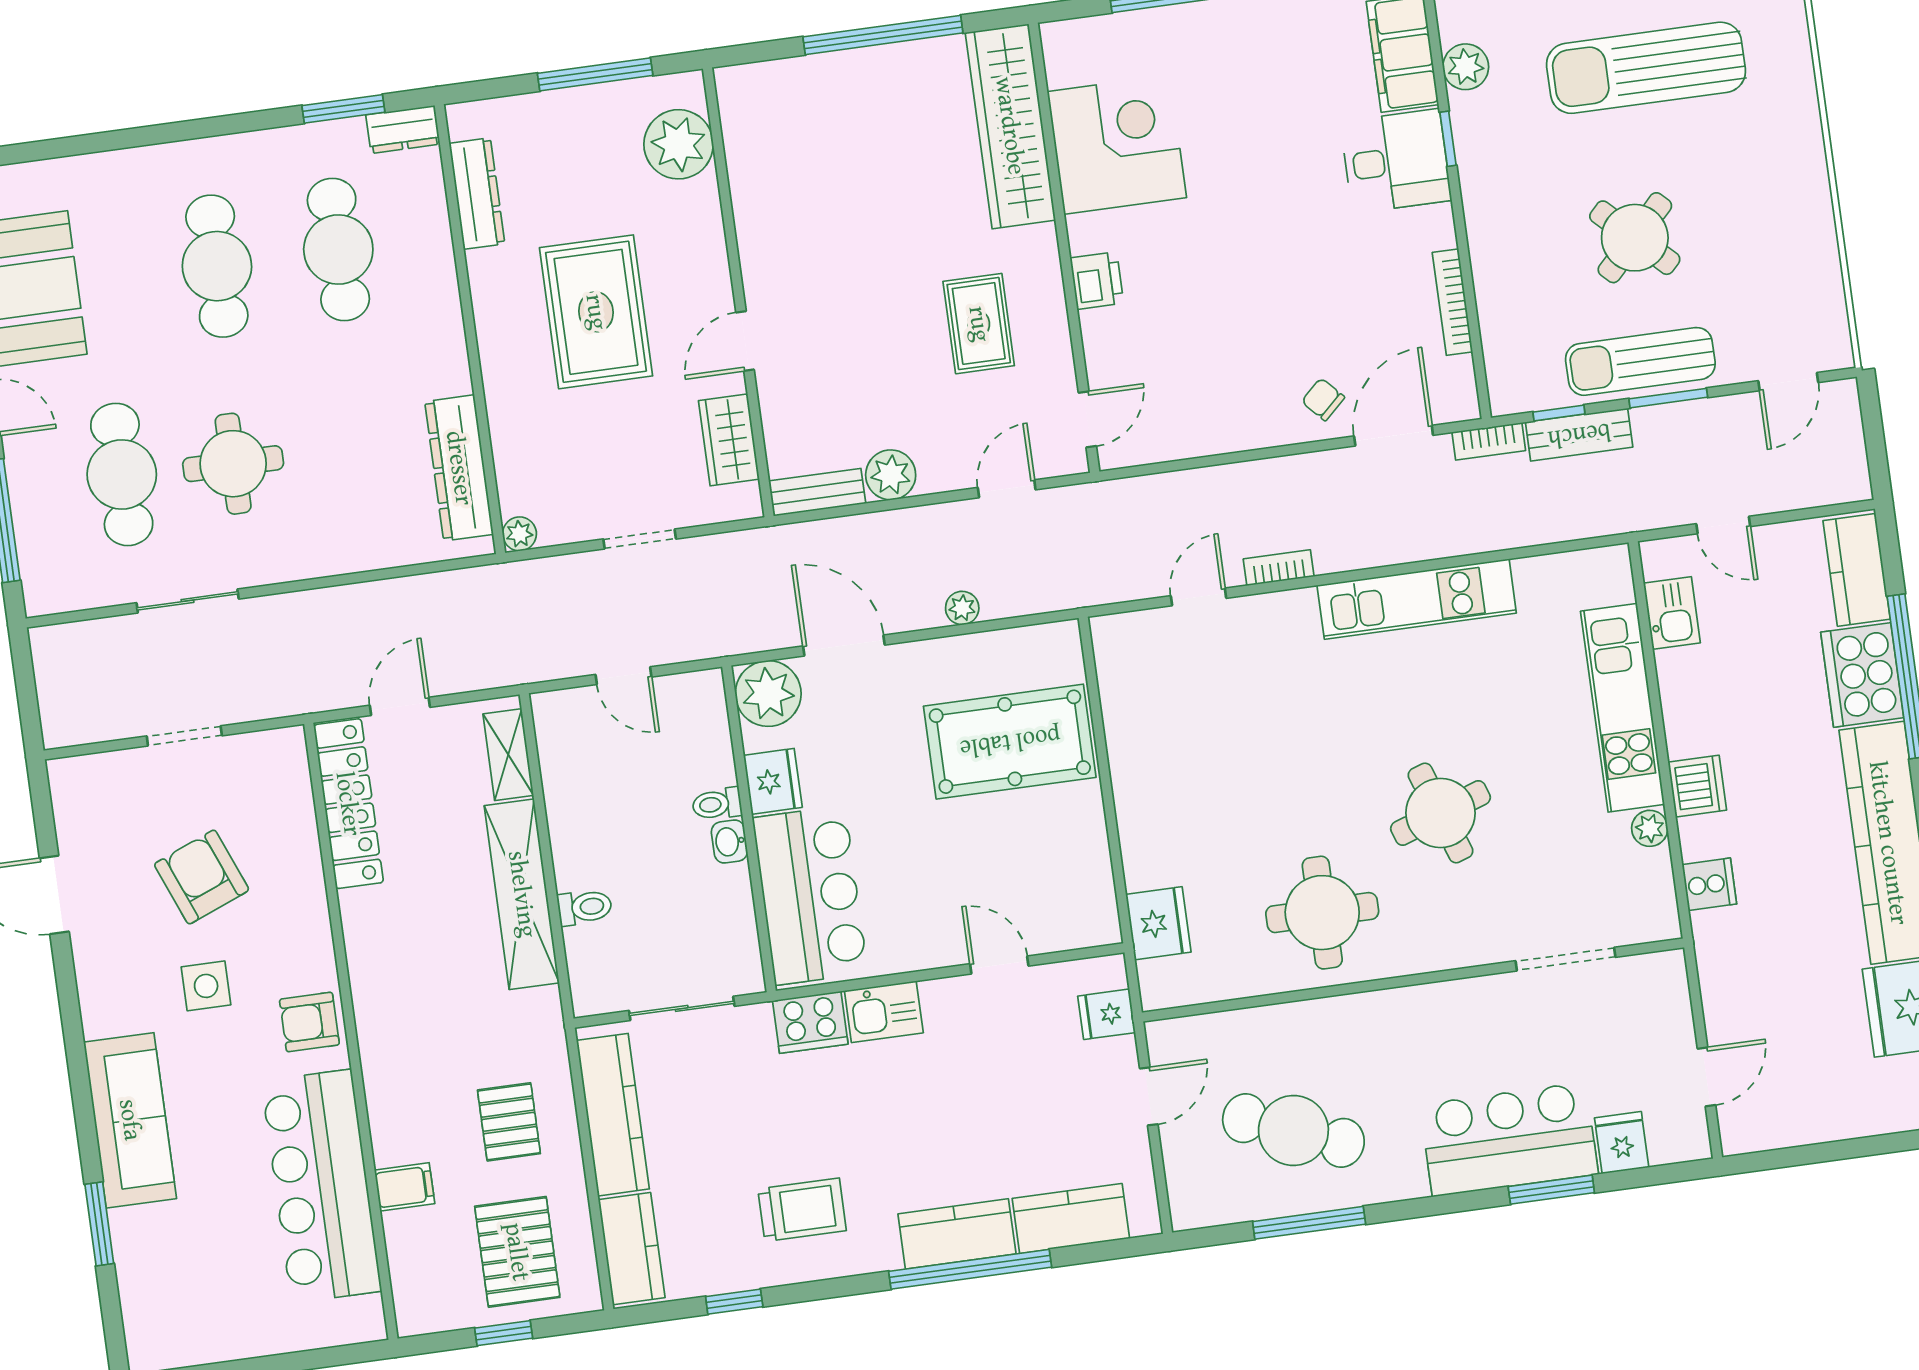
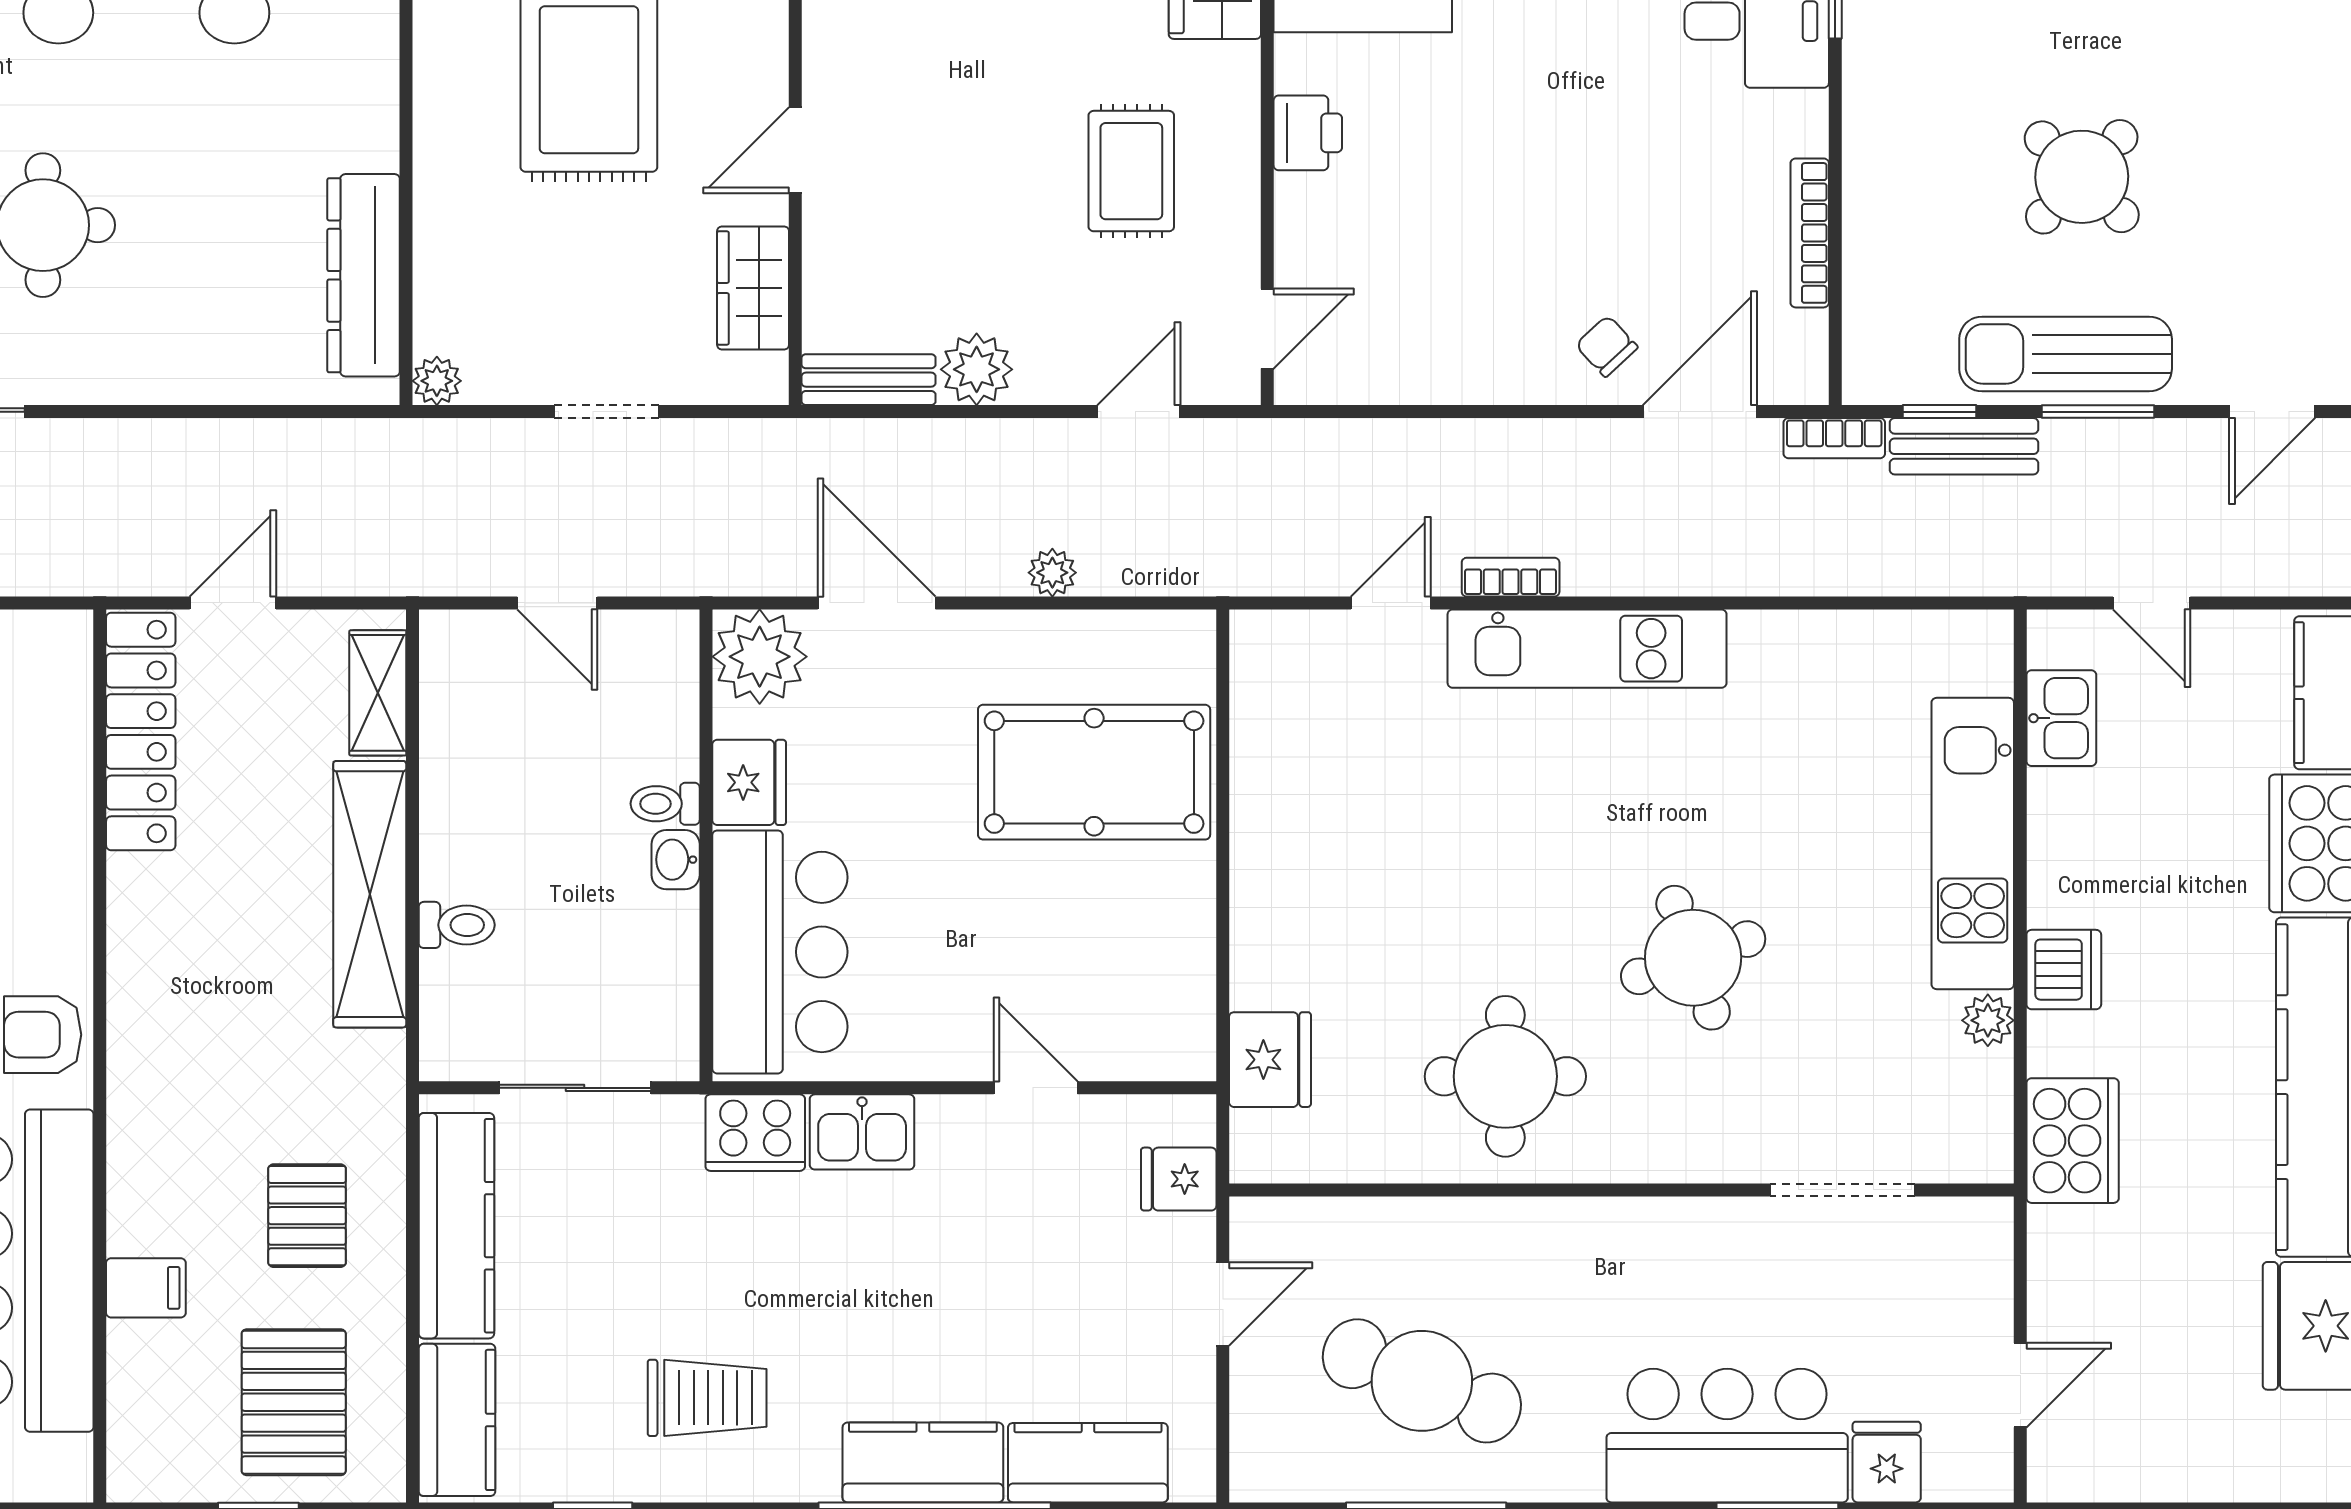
kitchen unit: (1417, 599) -> (1587, 649), moved
cooker: (1709, 884) -> (2073, 1141), width x1.87, depth x1.31

